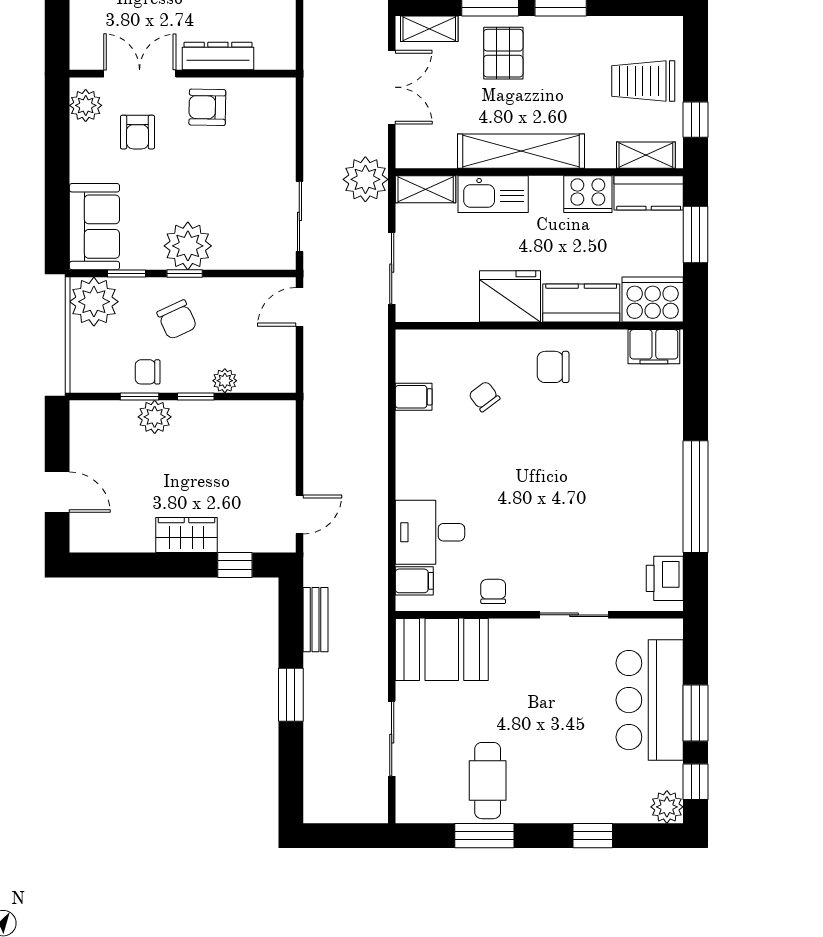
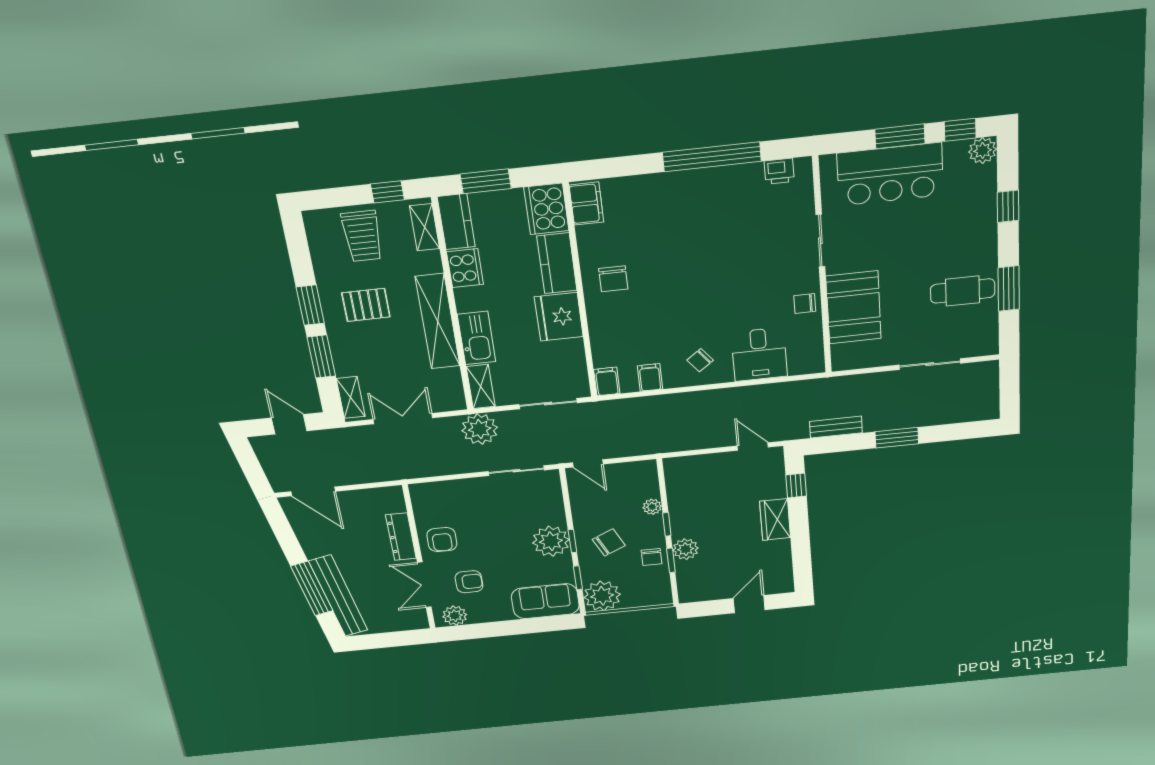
pallet: (503, 53) -> (366, 305), moved
chair: (484, 396) -> (700, 360), moved
printer: (665, 578) -> (779, 171), width x0.73, depth x0.81
filing cabinet: (414, 581) -> (607, 381), moved
booth: (442, 650) -> (854, 307), moved

